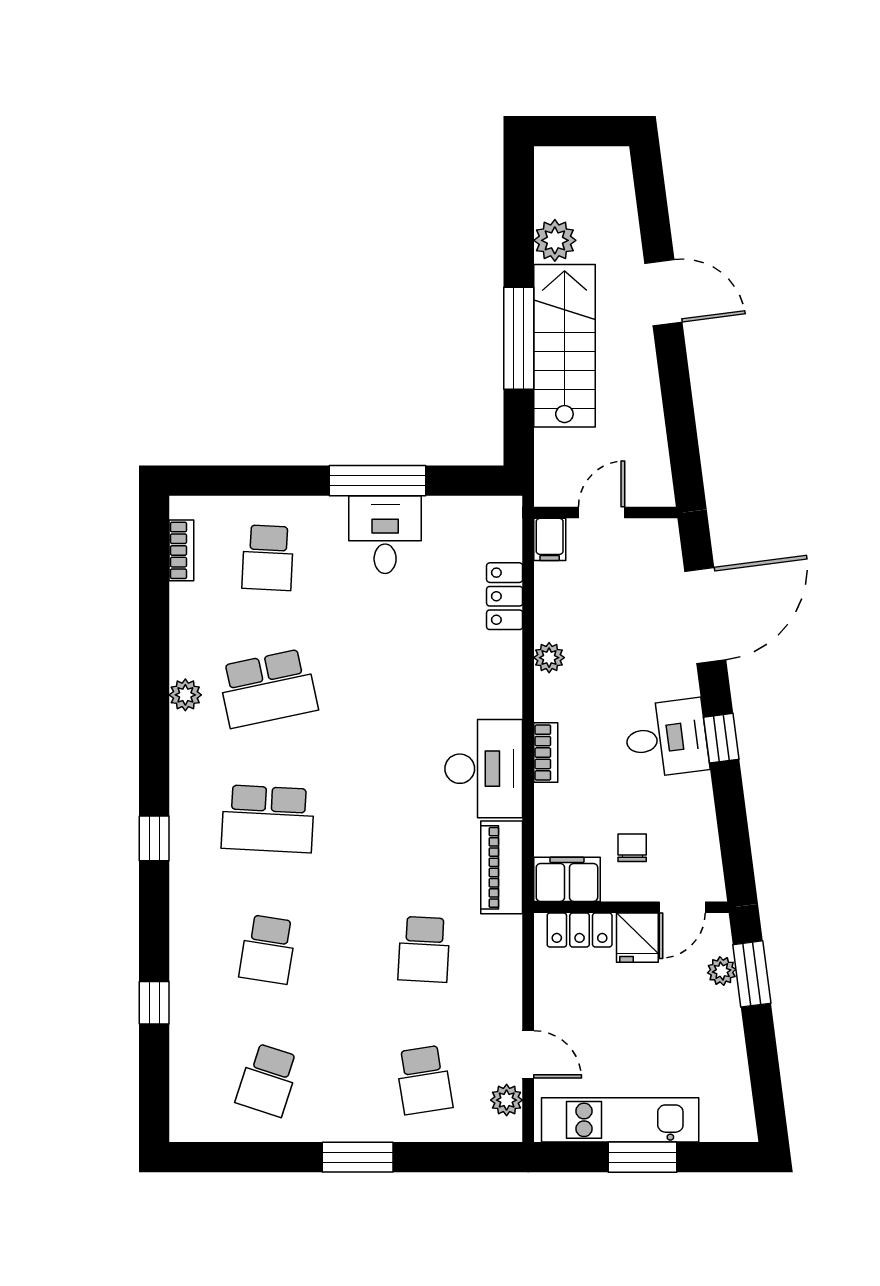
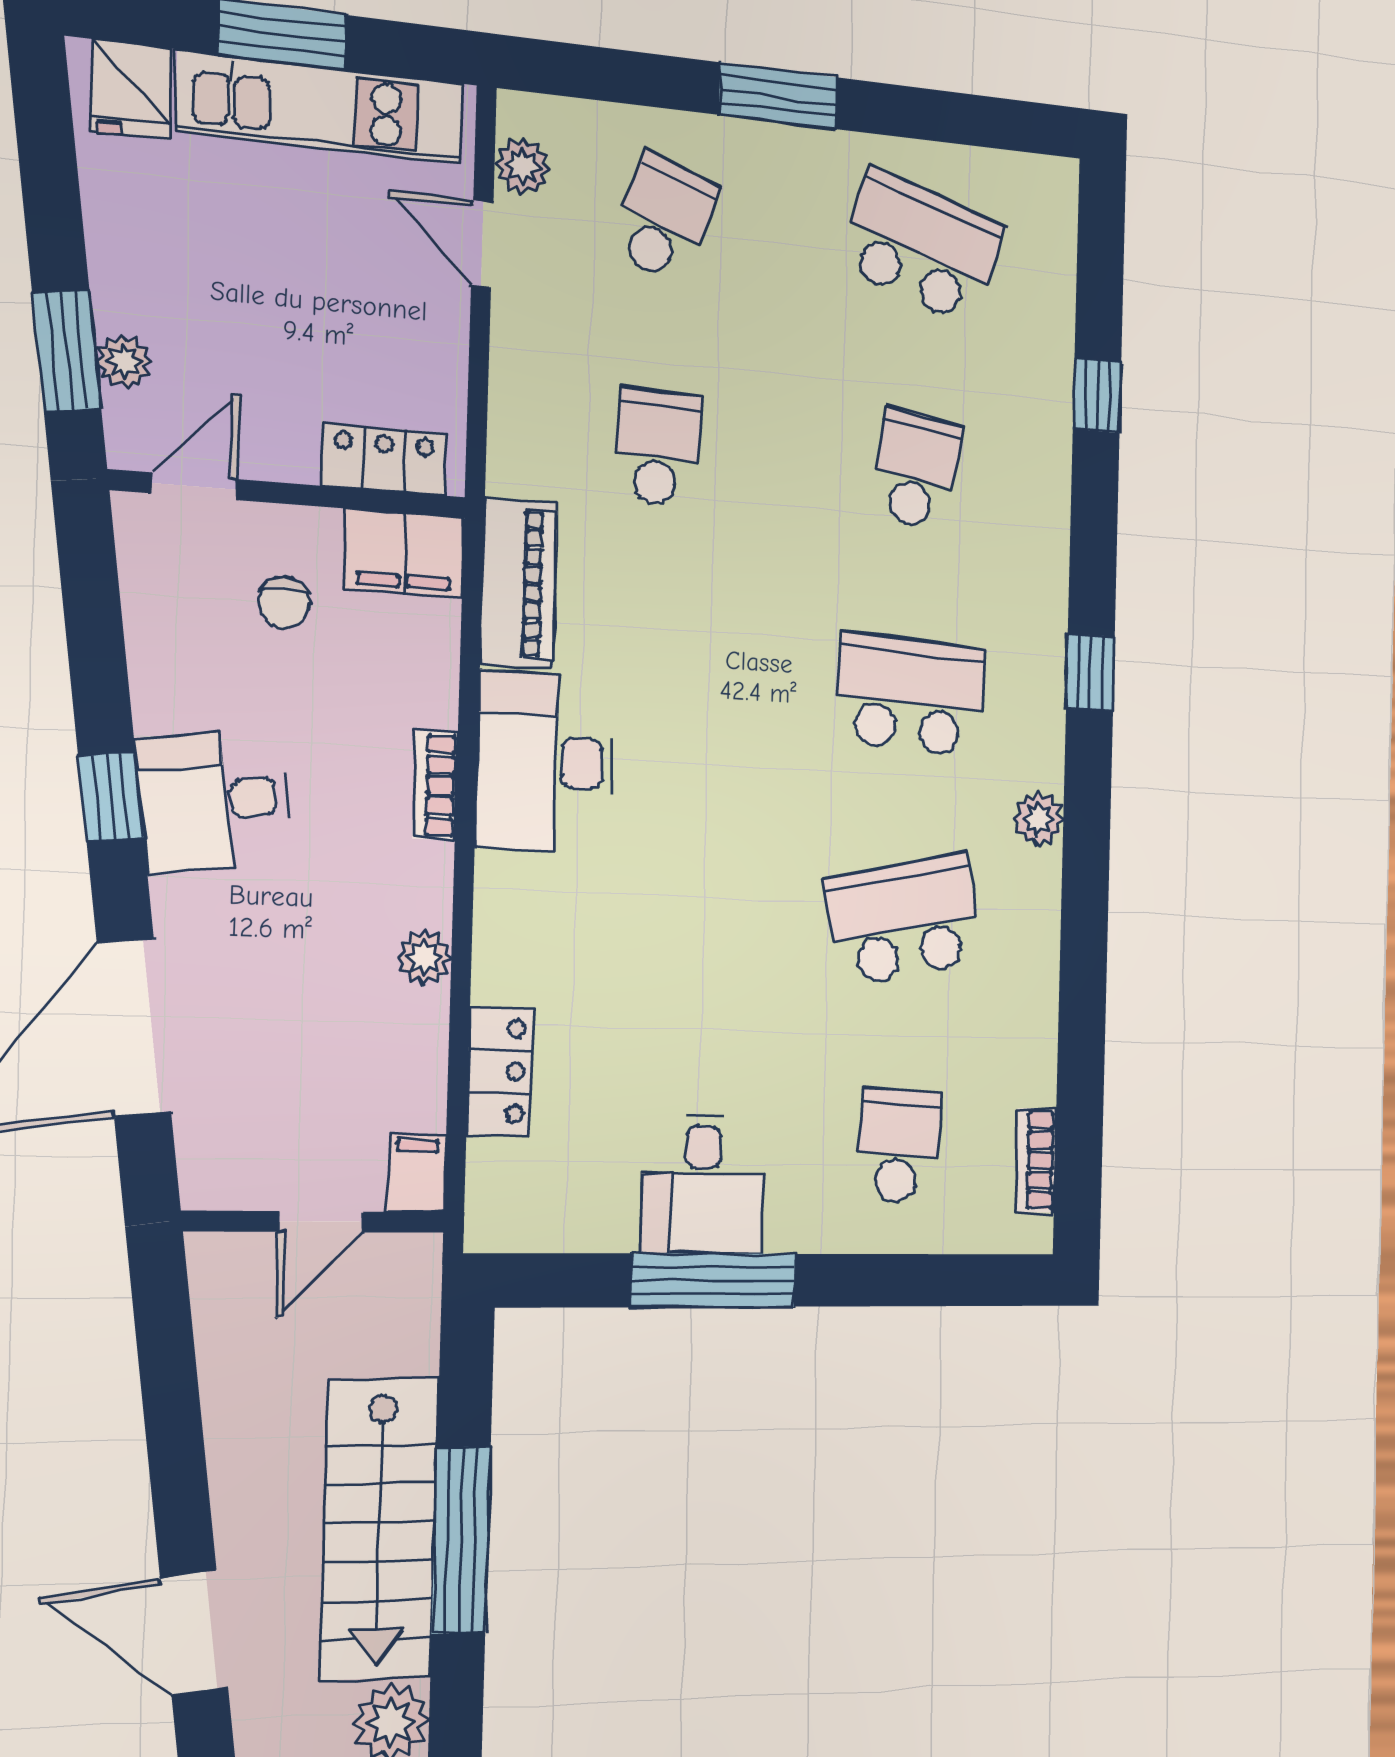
plant: (185, 695) -> (1038, 819), moved
fridge: (637, 938) -> (131, 90), moved, turned 180
school desk: (268, 1080) -> (921, 246), width x1.85
school desk: (424, 1080) -> (664, 218), turned 30

